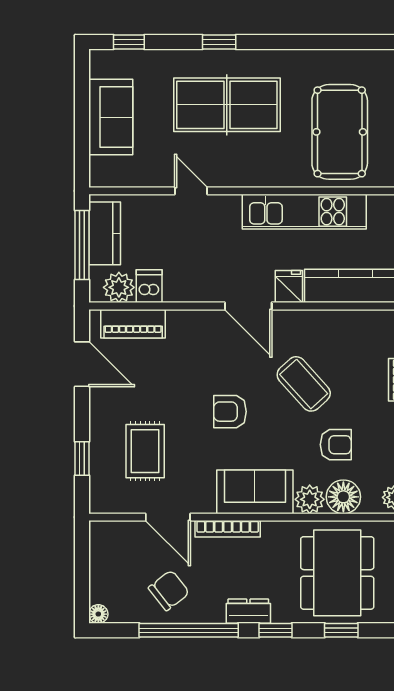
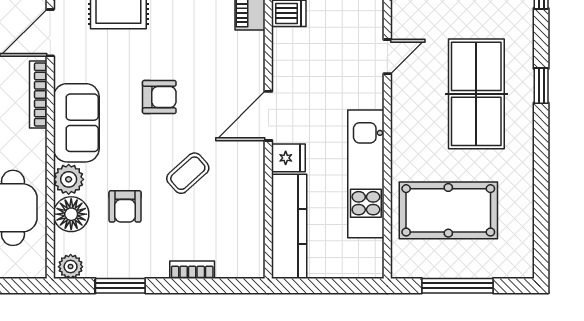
coffee table: (304, 384) -> (188, 173), width x0.73, depth x0.77
armchair: (230, 412) -> (159, 97), turned 90

